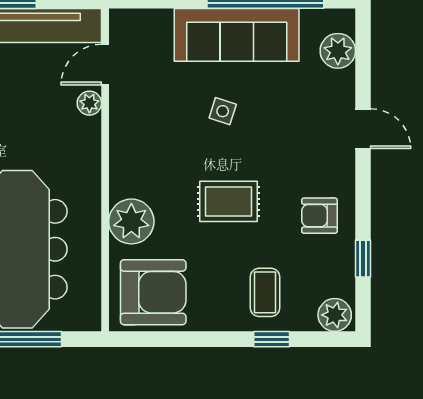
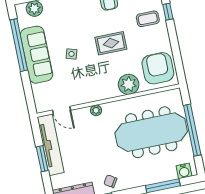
plant: (89, 103) -> (96, 110), moved
rug: (228, 201) -> (111, 43), turned 90

